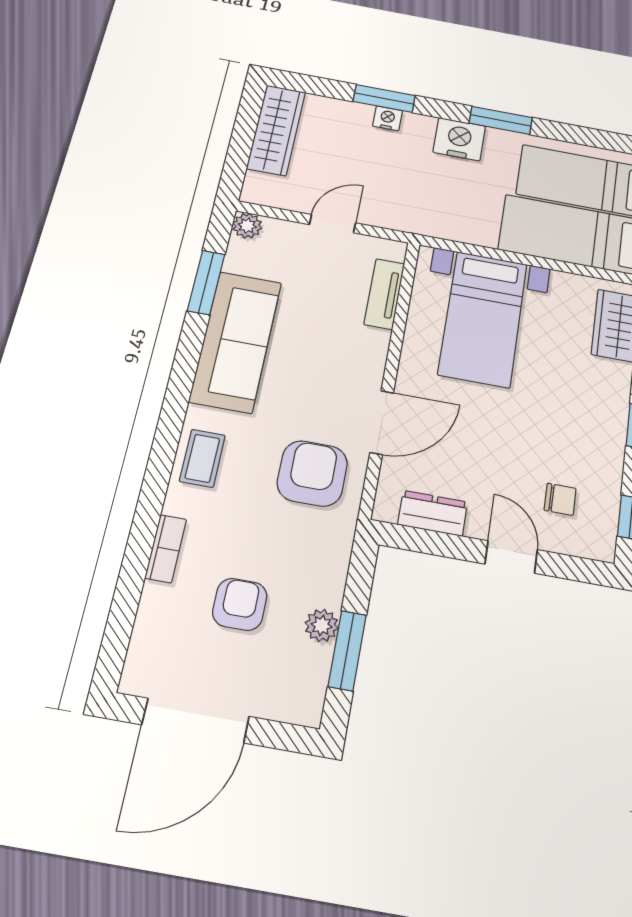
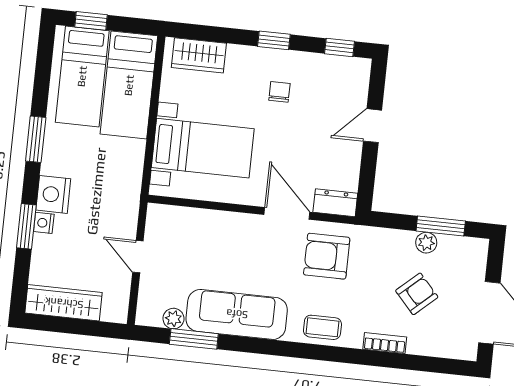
nightstand: (459, 139) -> (53, 194), moved
plant: (247, 226) -> (173, 319), moved
tv unit: (384, 294) -> (190, 217), removed
chair: (560, 499) -> (279, 92), moved
dresser: (433, 513) -> (335, 203), moved, turned 90
armchair: (240, 604) -> (417, 294), turned 138

